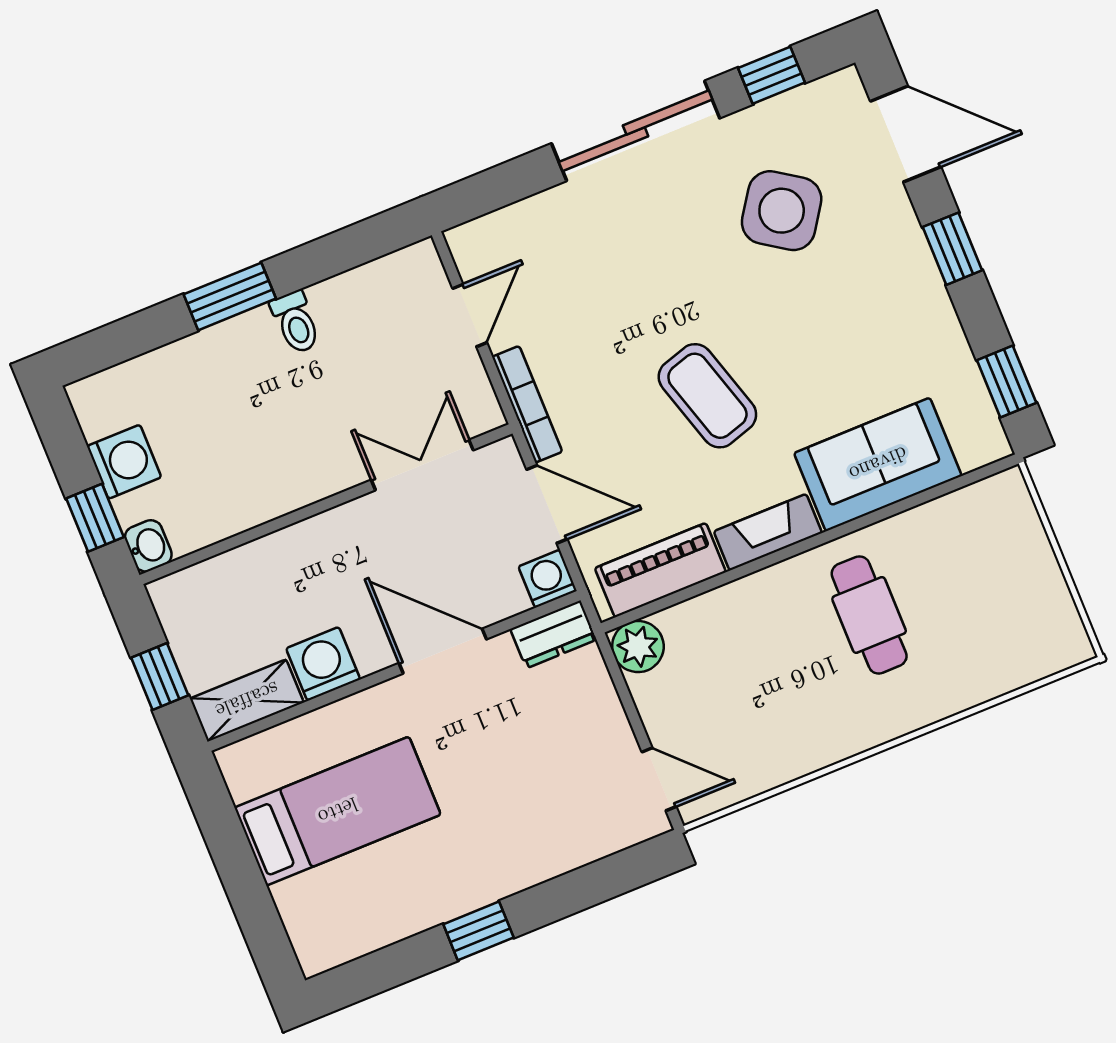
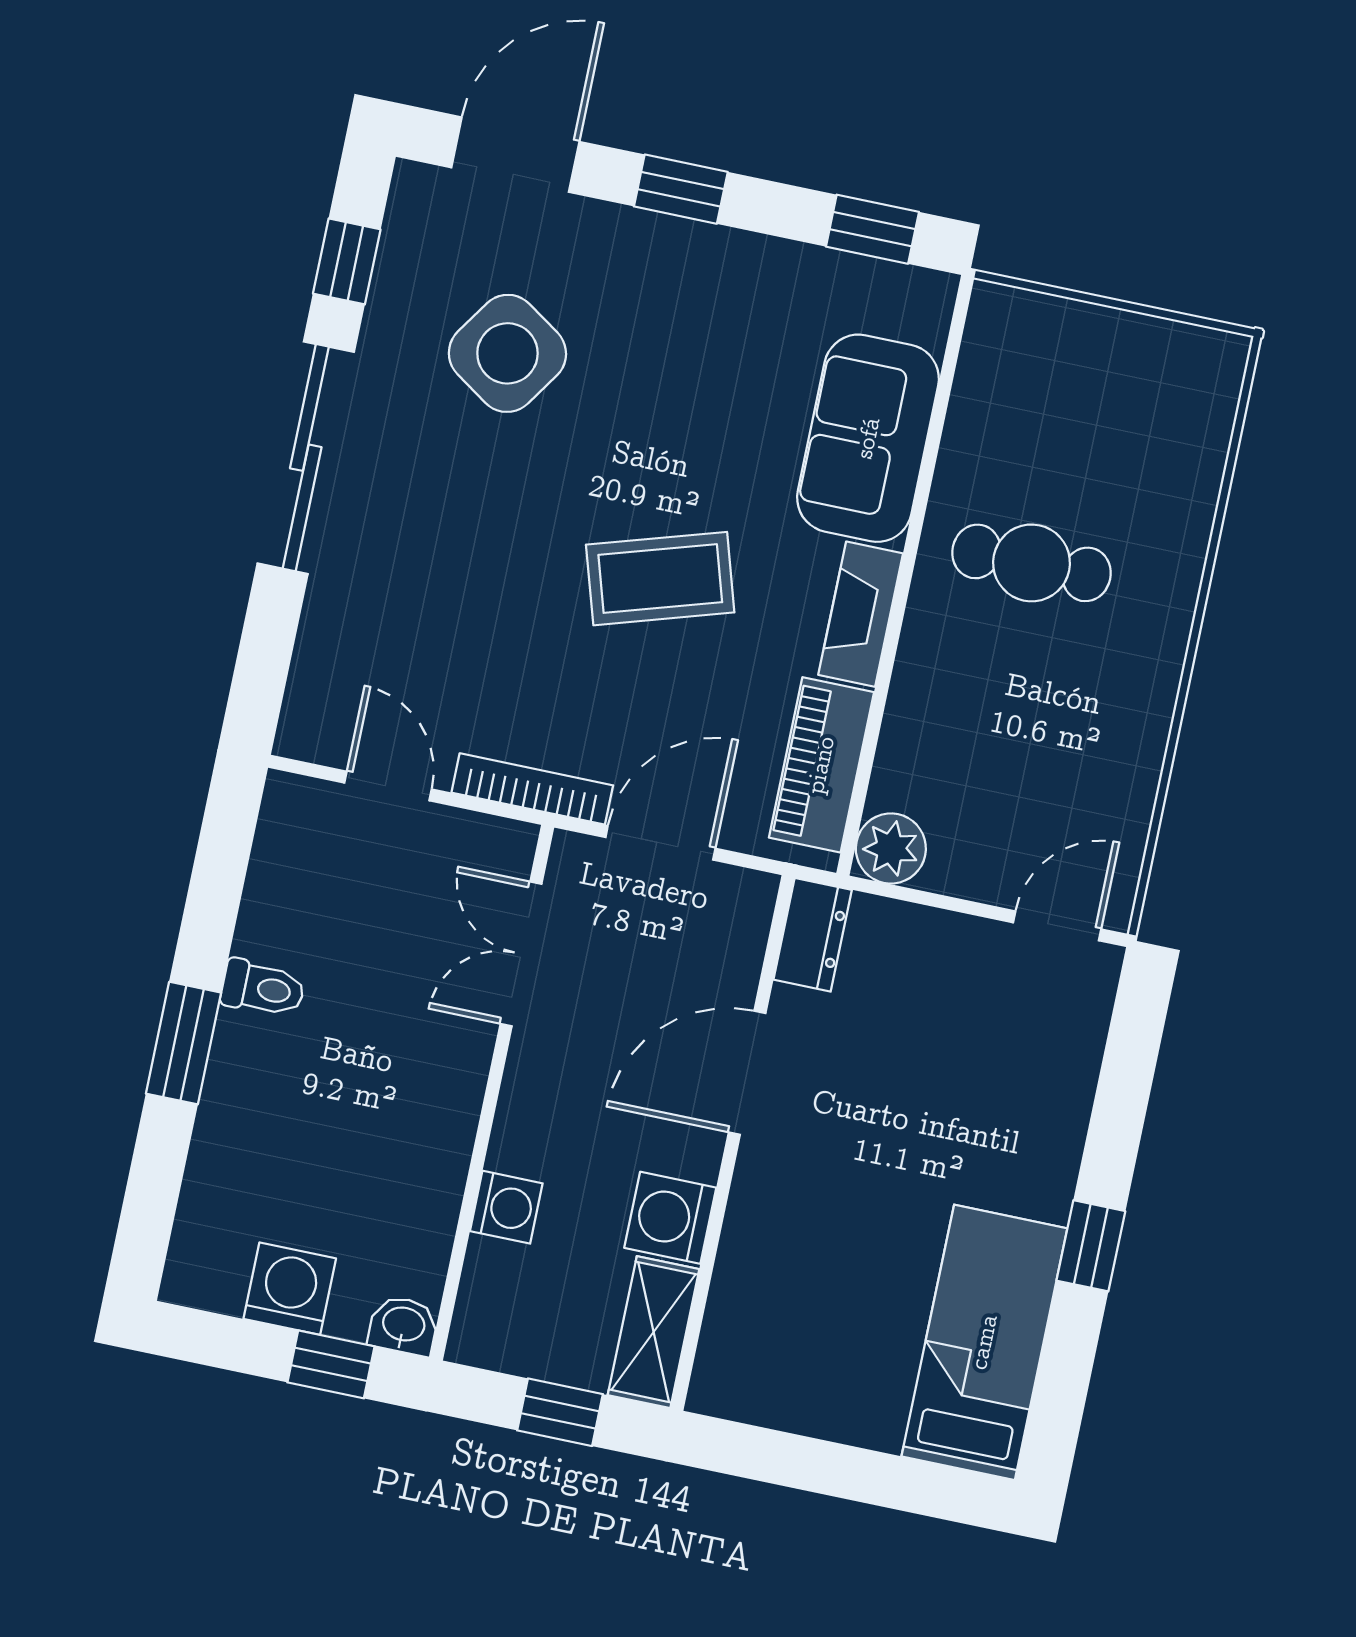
washing machine: (548, 579) -> (506, 1207), moved, turned 180
bed: (338, 811) -> (984, 1342), moved

